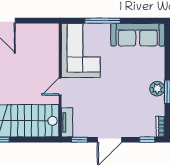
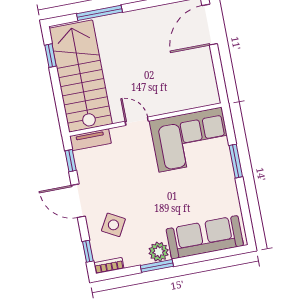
window: (102, 21) -> (236, 161), width x0.69
sofa: (138, 35) -> (205, 237), moved, turned 90
side table: (132, 118) -> (113, 225), added

